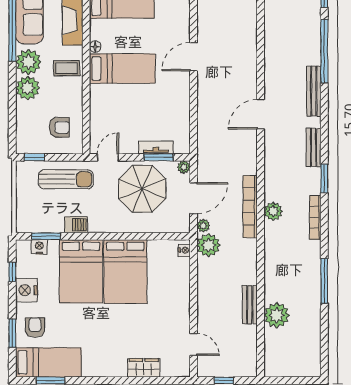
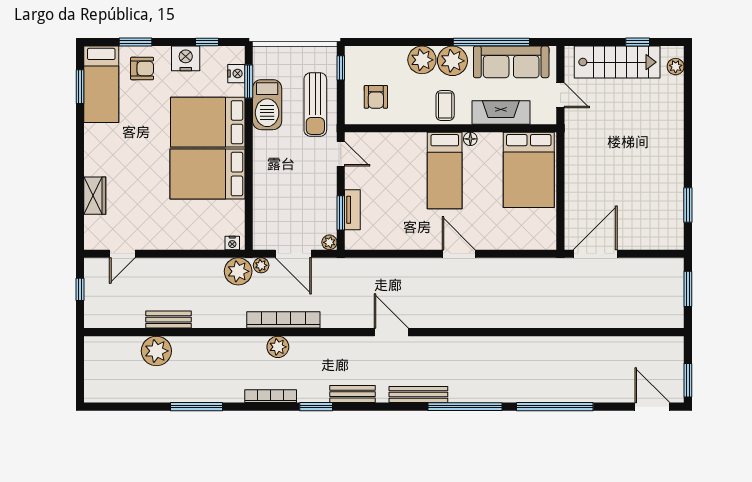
parasol: (142, 189) -> (304, 194), removed
barbecue: (76, 225) -> (267, 105), width x1.88, depth x1.53

